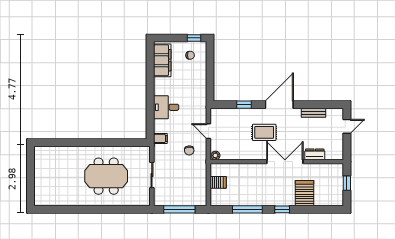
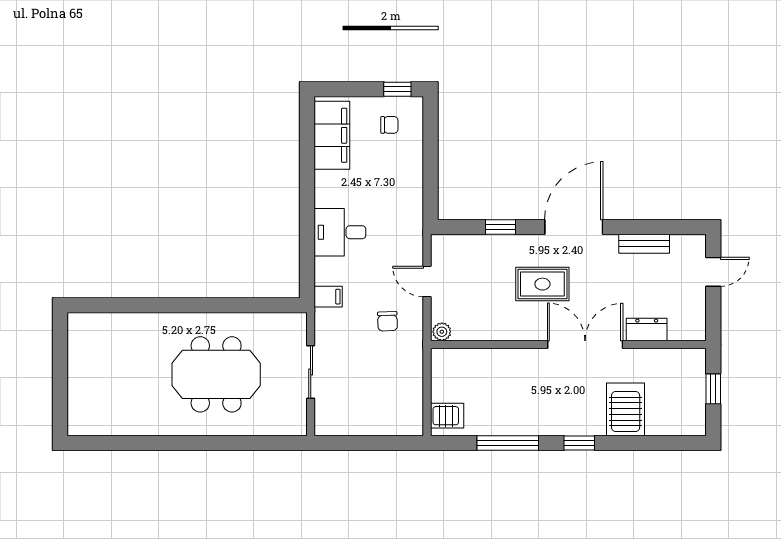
server rack: (218, 182) -> (447, 416), moved
window: (179, 209) -> (367, 443), removed

